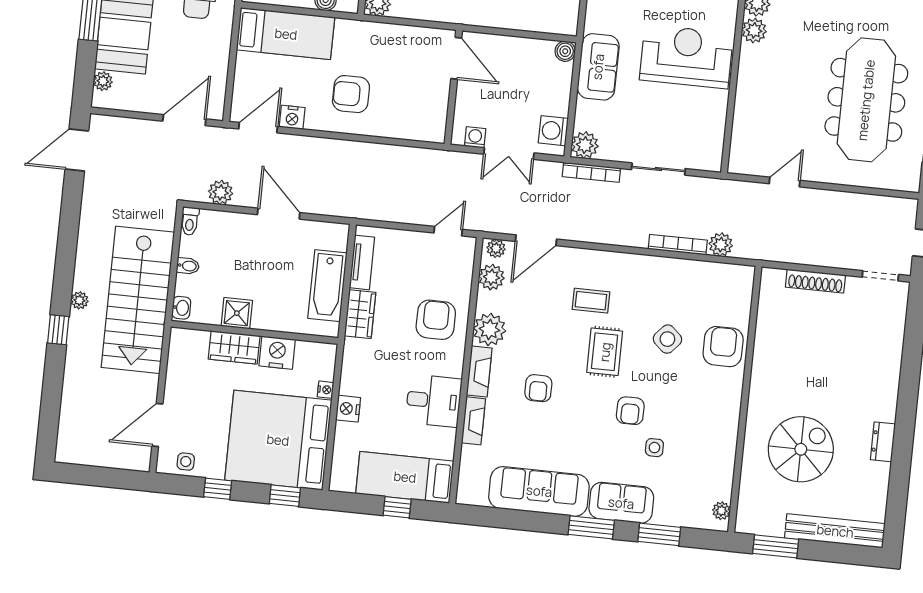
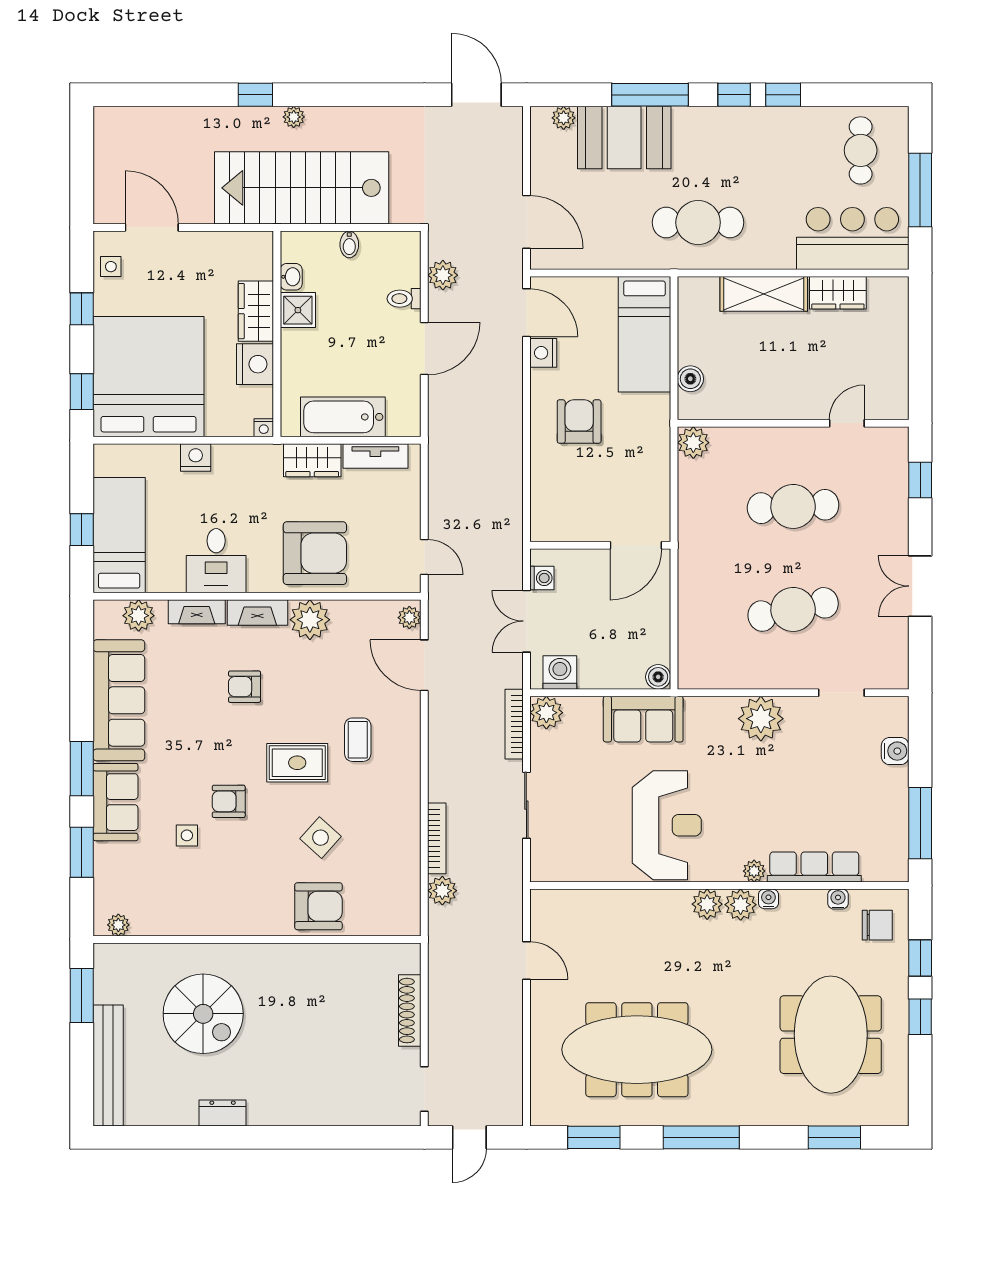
toilet: (190, 221) -> (404, 299), moved
plant: (491, 277) -> (139, 616), moved
washbasin: (181, 308) -> (291, 277), moved, turned -90
armchair: (436, 320) -> (315, 553), width x1.36, depth x1.36
nightstand: (325, 390) -> (264, 428), moved

